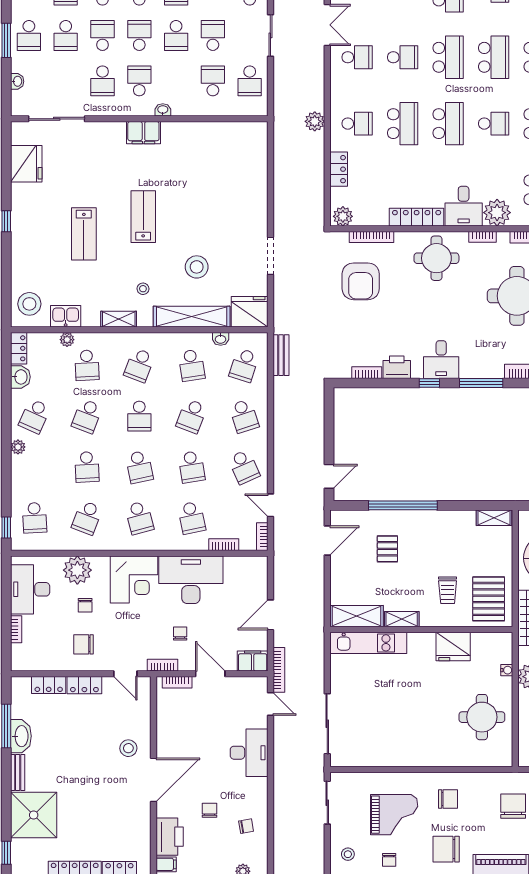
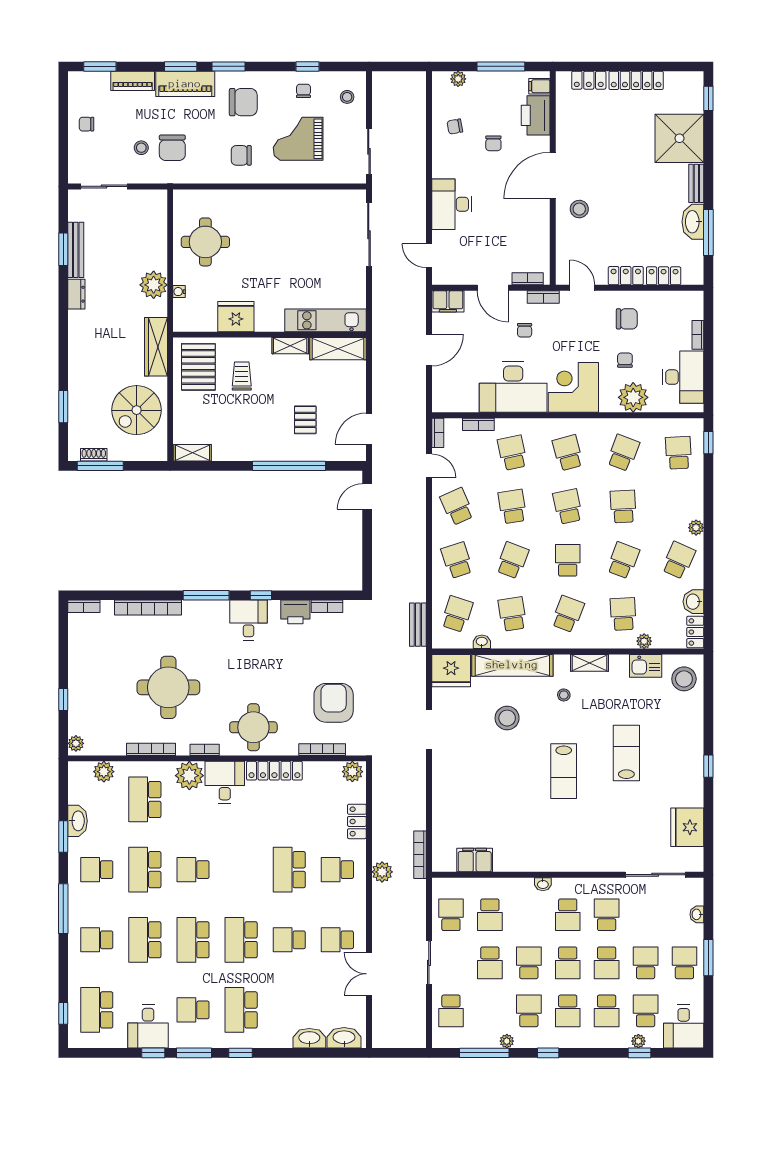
school desk: (448, 124) -> (241, 870), removed
filing cabinet: (143, 133) -> (475, 860), moved
bookcase: (279, 670) -> (420, 855), moved

